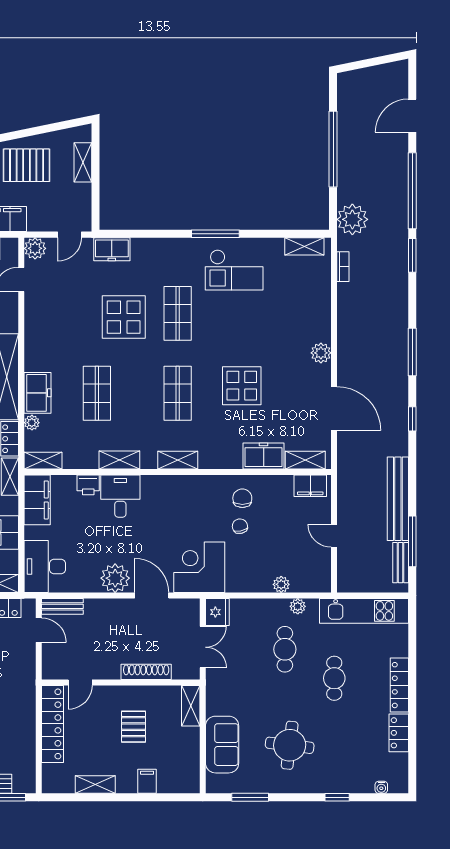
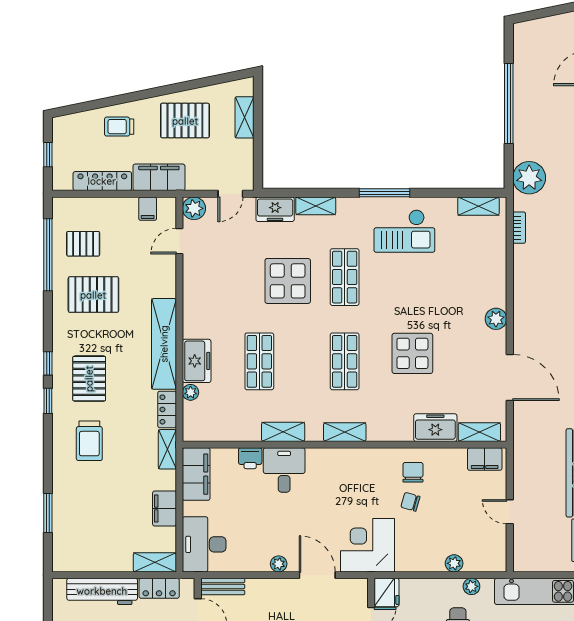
shelving: (43, 461) -> (316, 206), moved
chair: (240, 526) -> (410, 502), turned -62
plant: (115, 578) -> (279, 564), width x0.53, depth x0.53

